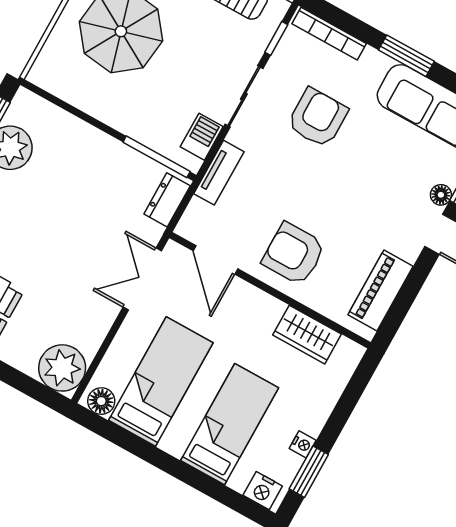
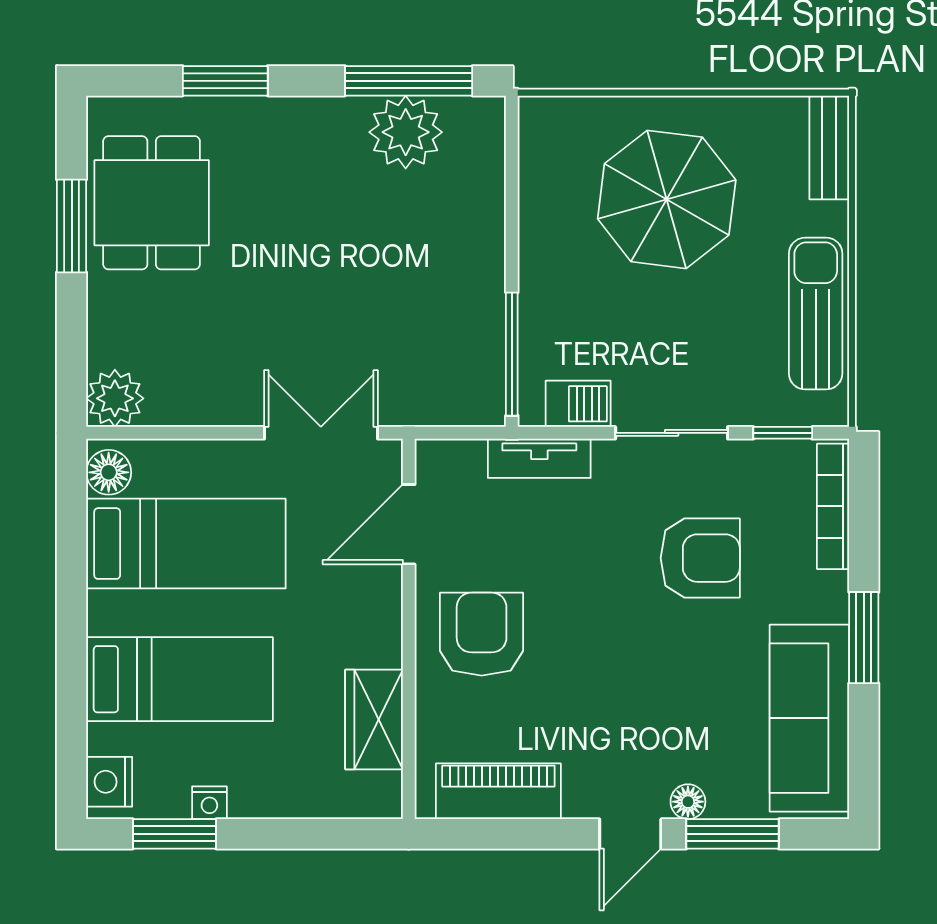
dresser: (167, 200) -> (457, 405), removed
plant: (62, 368) -> (115, 398), width x0.73, depth x0.73

